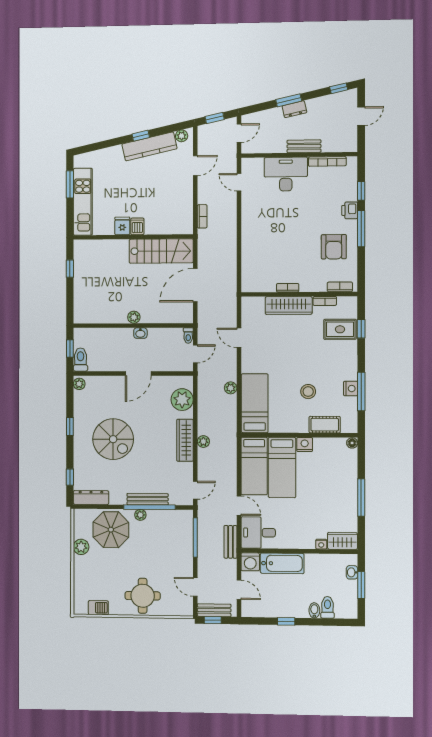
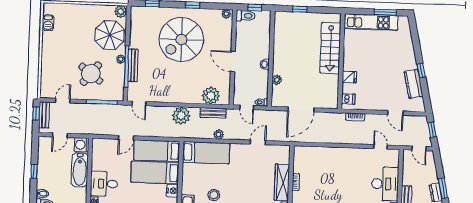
plant: (182, 136) -> (419, 103), removed
kitchen counter: (149, 146) -> (414, 84), width x0.67
door: (239, 182) -> (380, 147), hinge flipped
fridge: (122, 226) -> (349, 77), moved
dishwasher: (137, 226) -> (348, 99), moved
stairs: (161, 251) -> (330, 48), moved
window: (70, 269) -> (300, 9), moved
door: (195, 285) -> (301, 109), swing flipped
plant: (134, 317) -> (277, 80), moved
spiral stairs: (113, 439) -> (181, 40), width x1.37, depth x1.37
wardrobe: (185, 440) -> (179, 97), removed
plant: (203, 442) -> (181, 116), width x1.88, depth x1.88
dresser: (91, 498) -> (136, 20), removed
desk: (258, 533) -> (104, 184), moved, turned -90
bench: (230, 542) -> (213, 113), moved
plant: (81, 547) -> (121, 12), moved
round table: (143, 596) -> (91, 74), moved, turned 38

